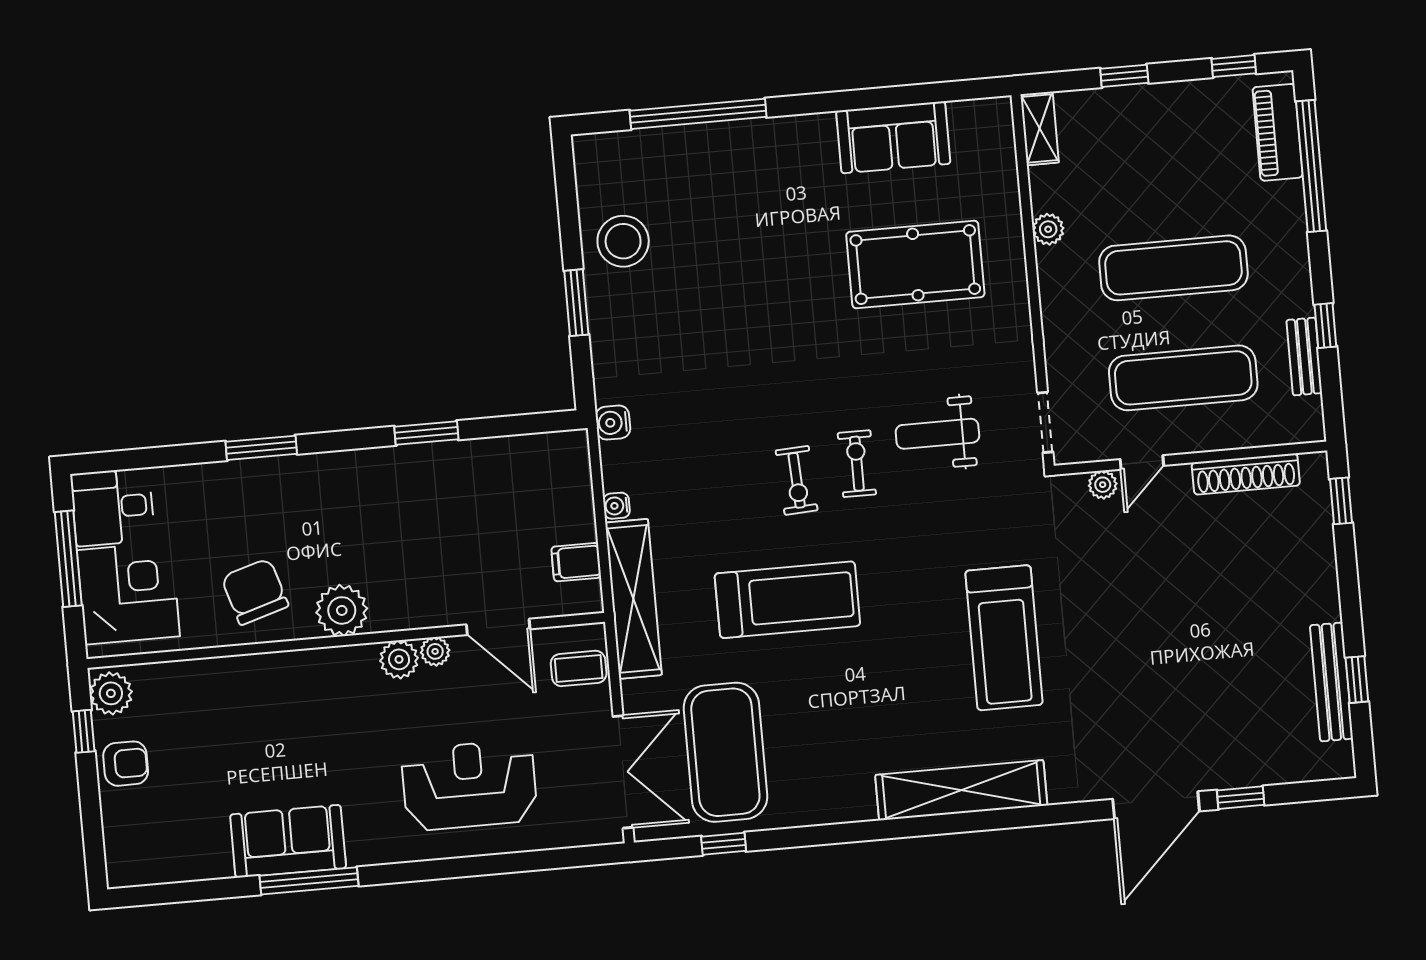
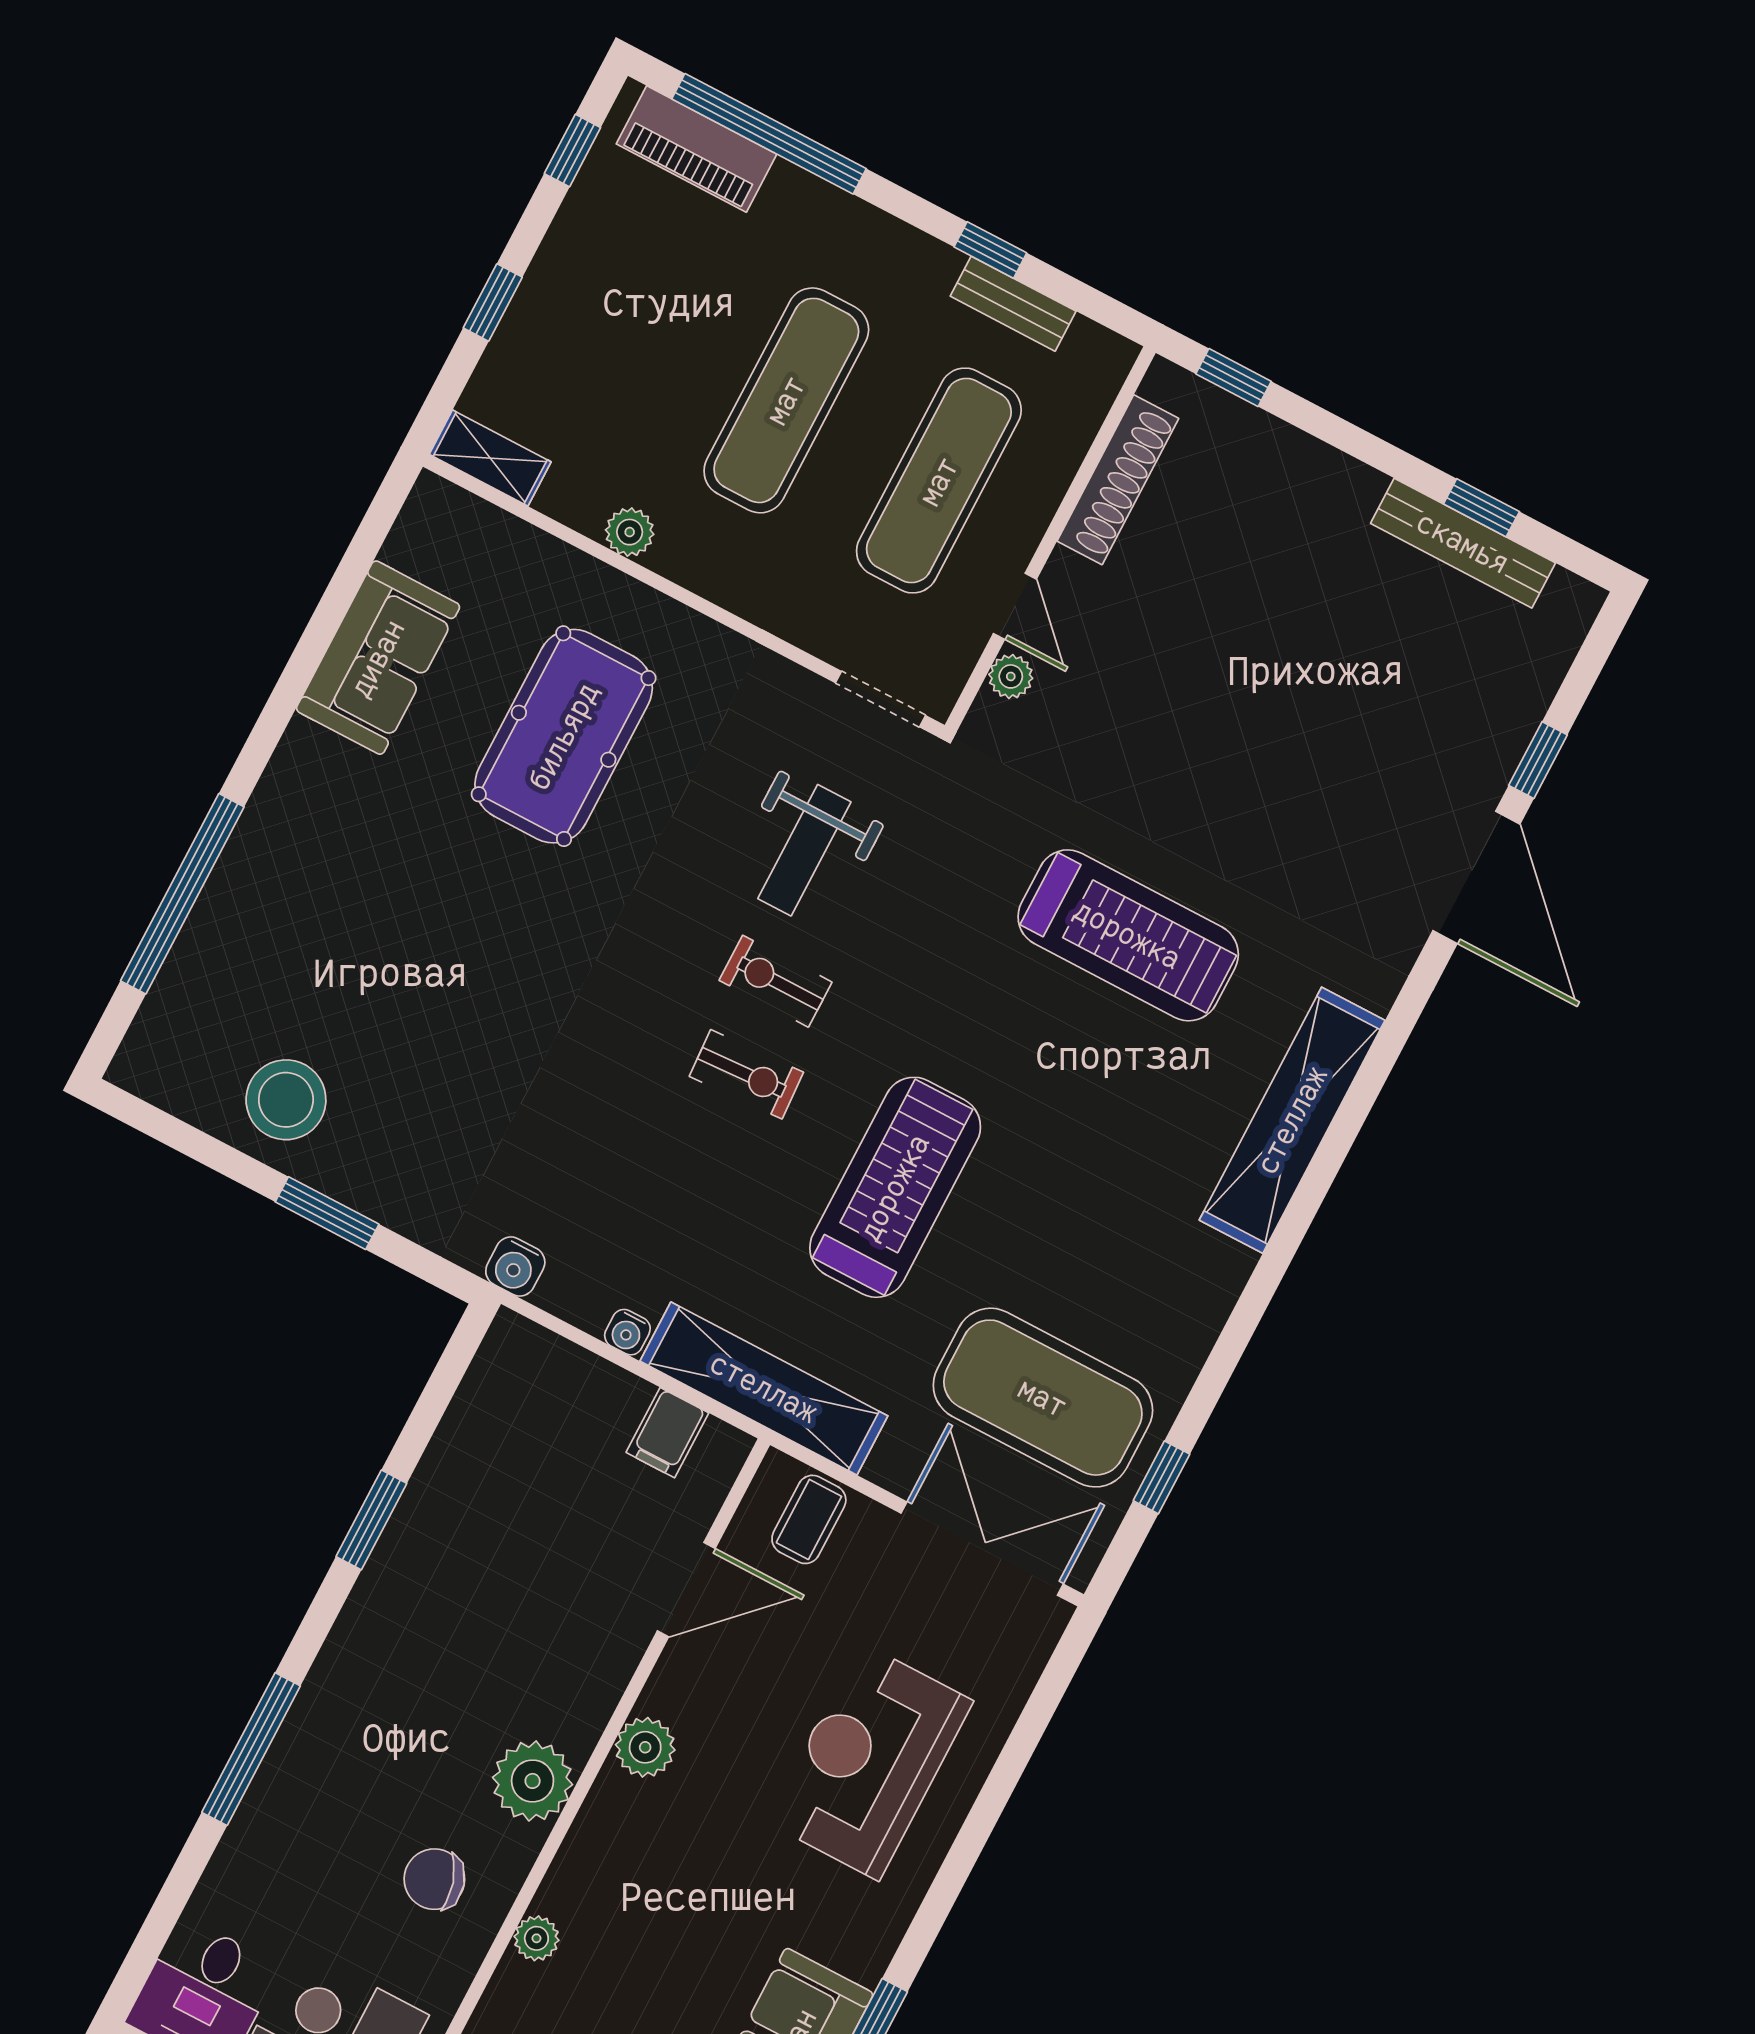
window: (261, 448) -> (251, 1749), width x1.44
chair: (255, 592) -> (434, 1879), width x0.73, depth x0.73
plant: (435, 651) -> (536, 1938), moved

